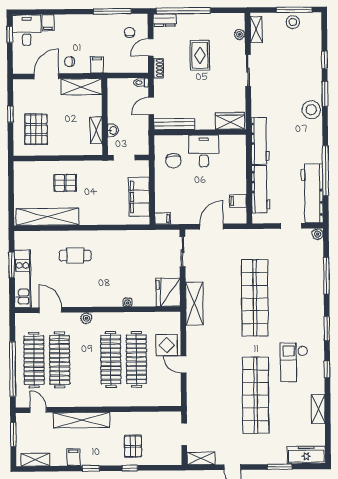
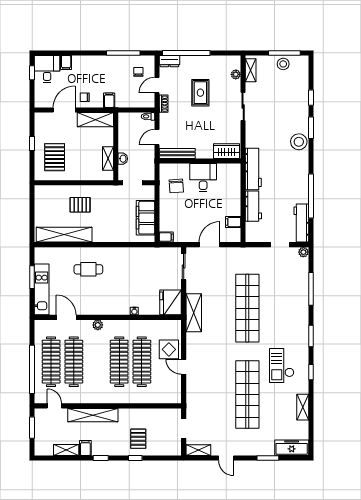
workbench: (261, 189) -> (253, 206), width x0.73
workbench: (312, 193) -> (301, 223), width x0.73, depth x0.76
shelving: (35, 460) -> (66, 450), moved

